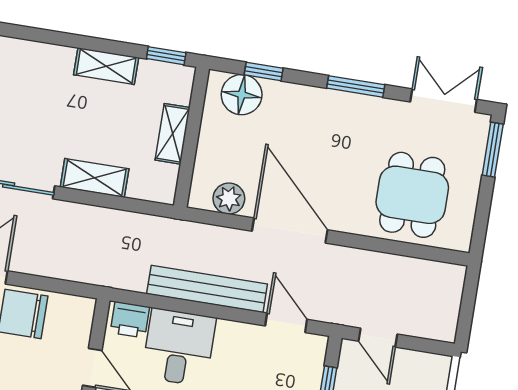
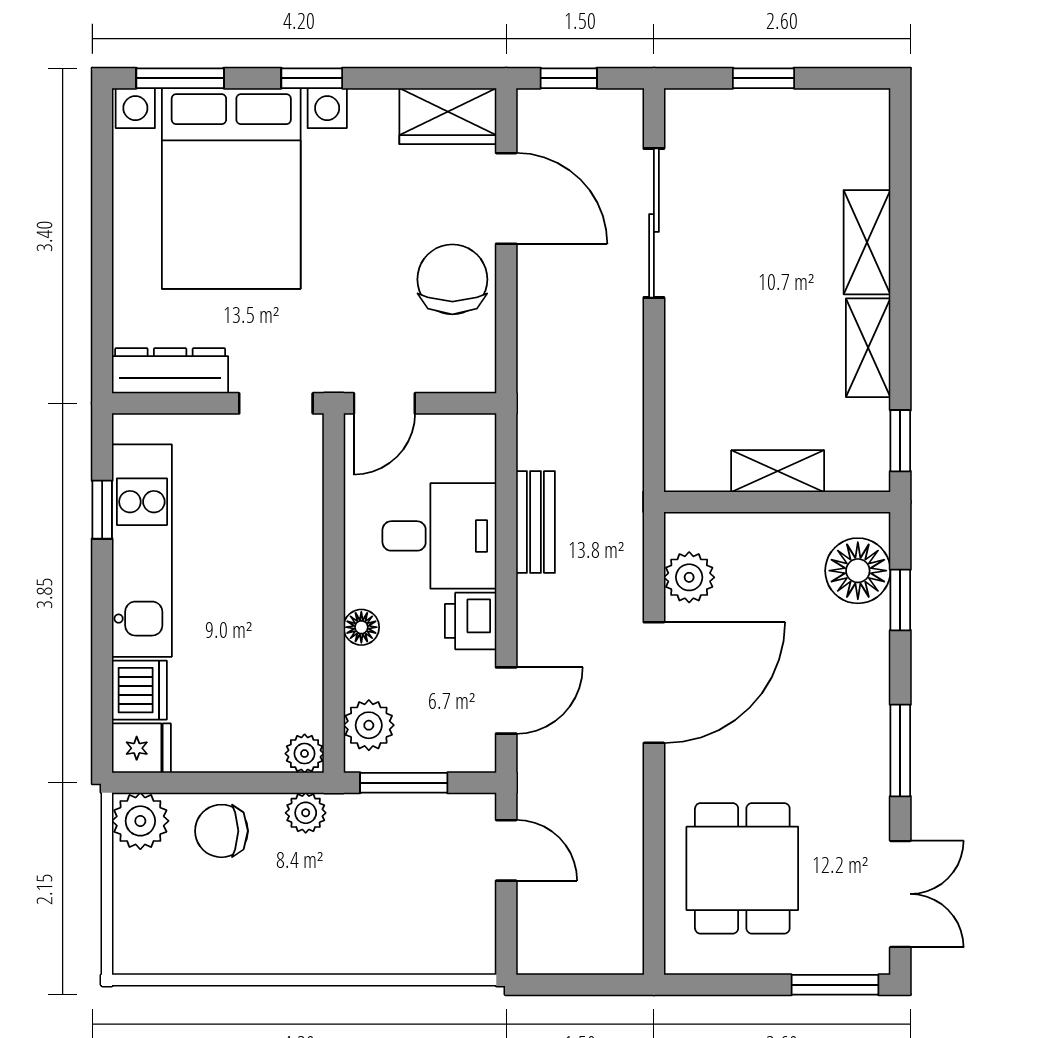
shelving: (95, 178) -> (867, 242), moved
dining table: (412, 195) -> (742, 868), turned 90
bench: (207, 289) -> (535, 522), width x0.54, depth x0.82
printer: (130, 320) -> (471, 621), moved
door: (378, 338) -> (506, 850), swing flipped

